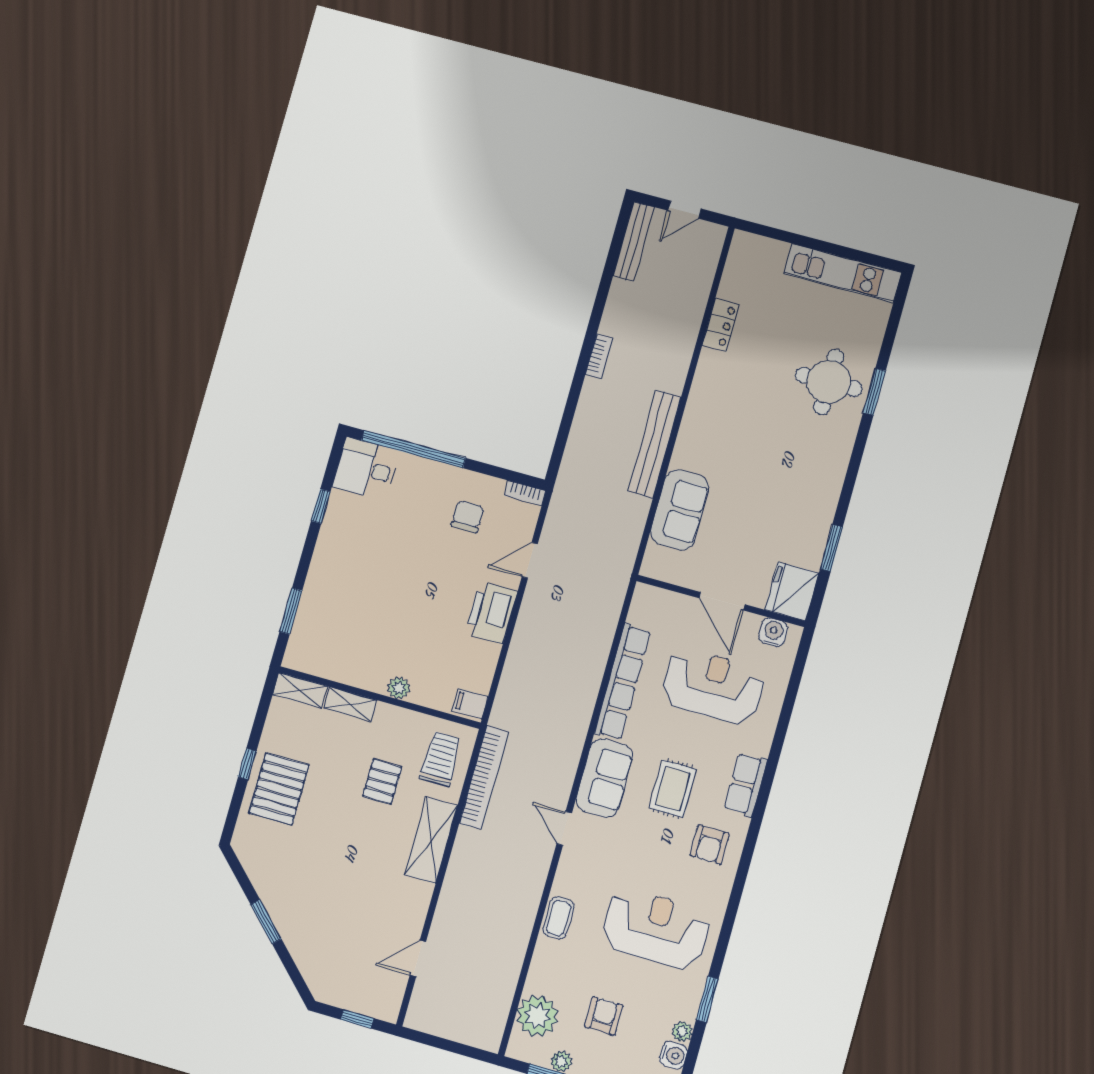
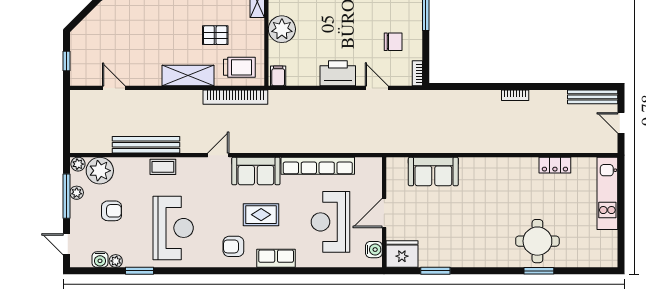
kitchen unit: (843, 273) -> (607, 193), moved
bench: (654, 444) -> (146, 145), moved
reception desk: (713, 686) -> (330, 222), turned 180
plant: (399, 688) -> (282, 29), width x1.87, depth x1.87
plant: (518, 1047) -> (78, 164), added

